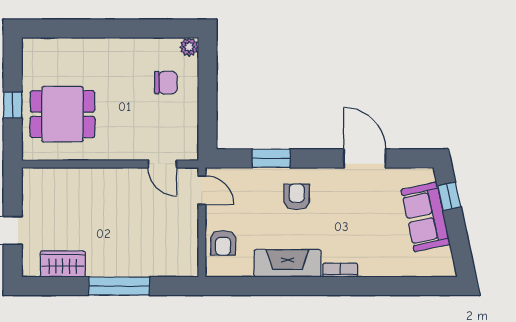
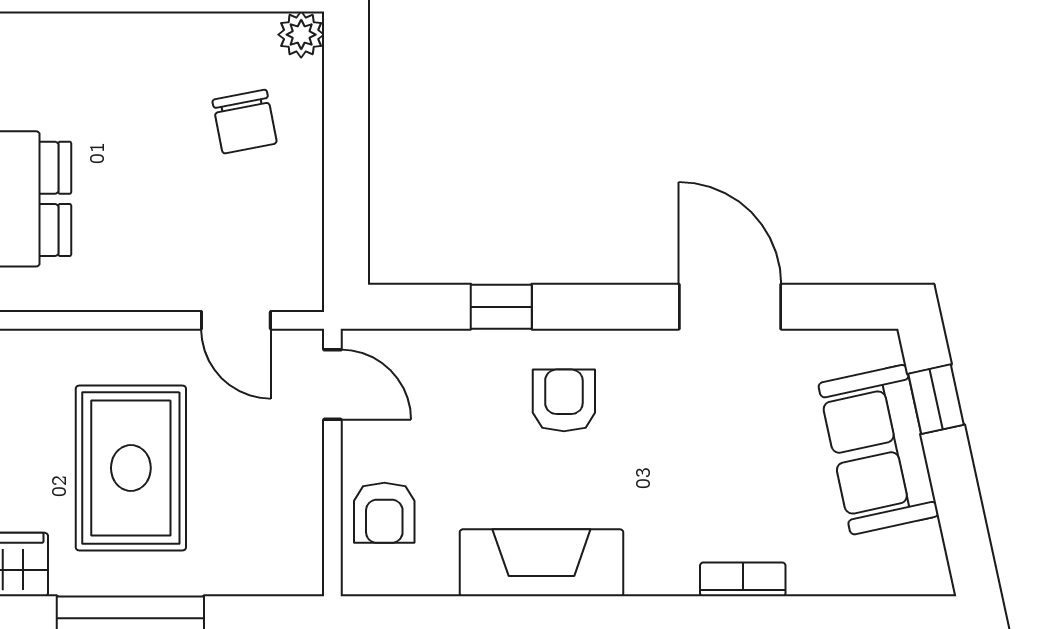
chair: (166, 83) -> (245, 122), turned 79
window: (271, 158) -> (501, 307), width x0.67
rug: (119, 224) -> (131, 468), added
bookcase: (340, 270) -> (743, 579), moved

